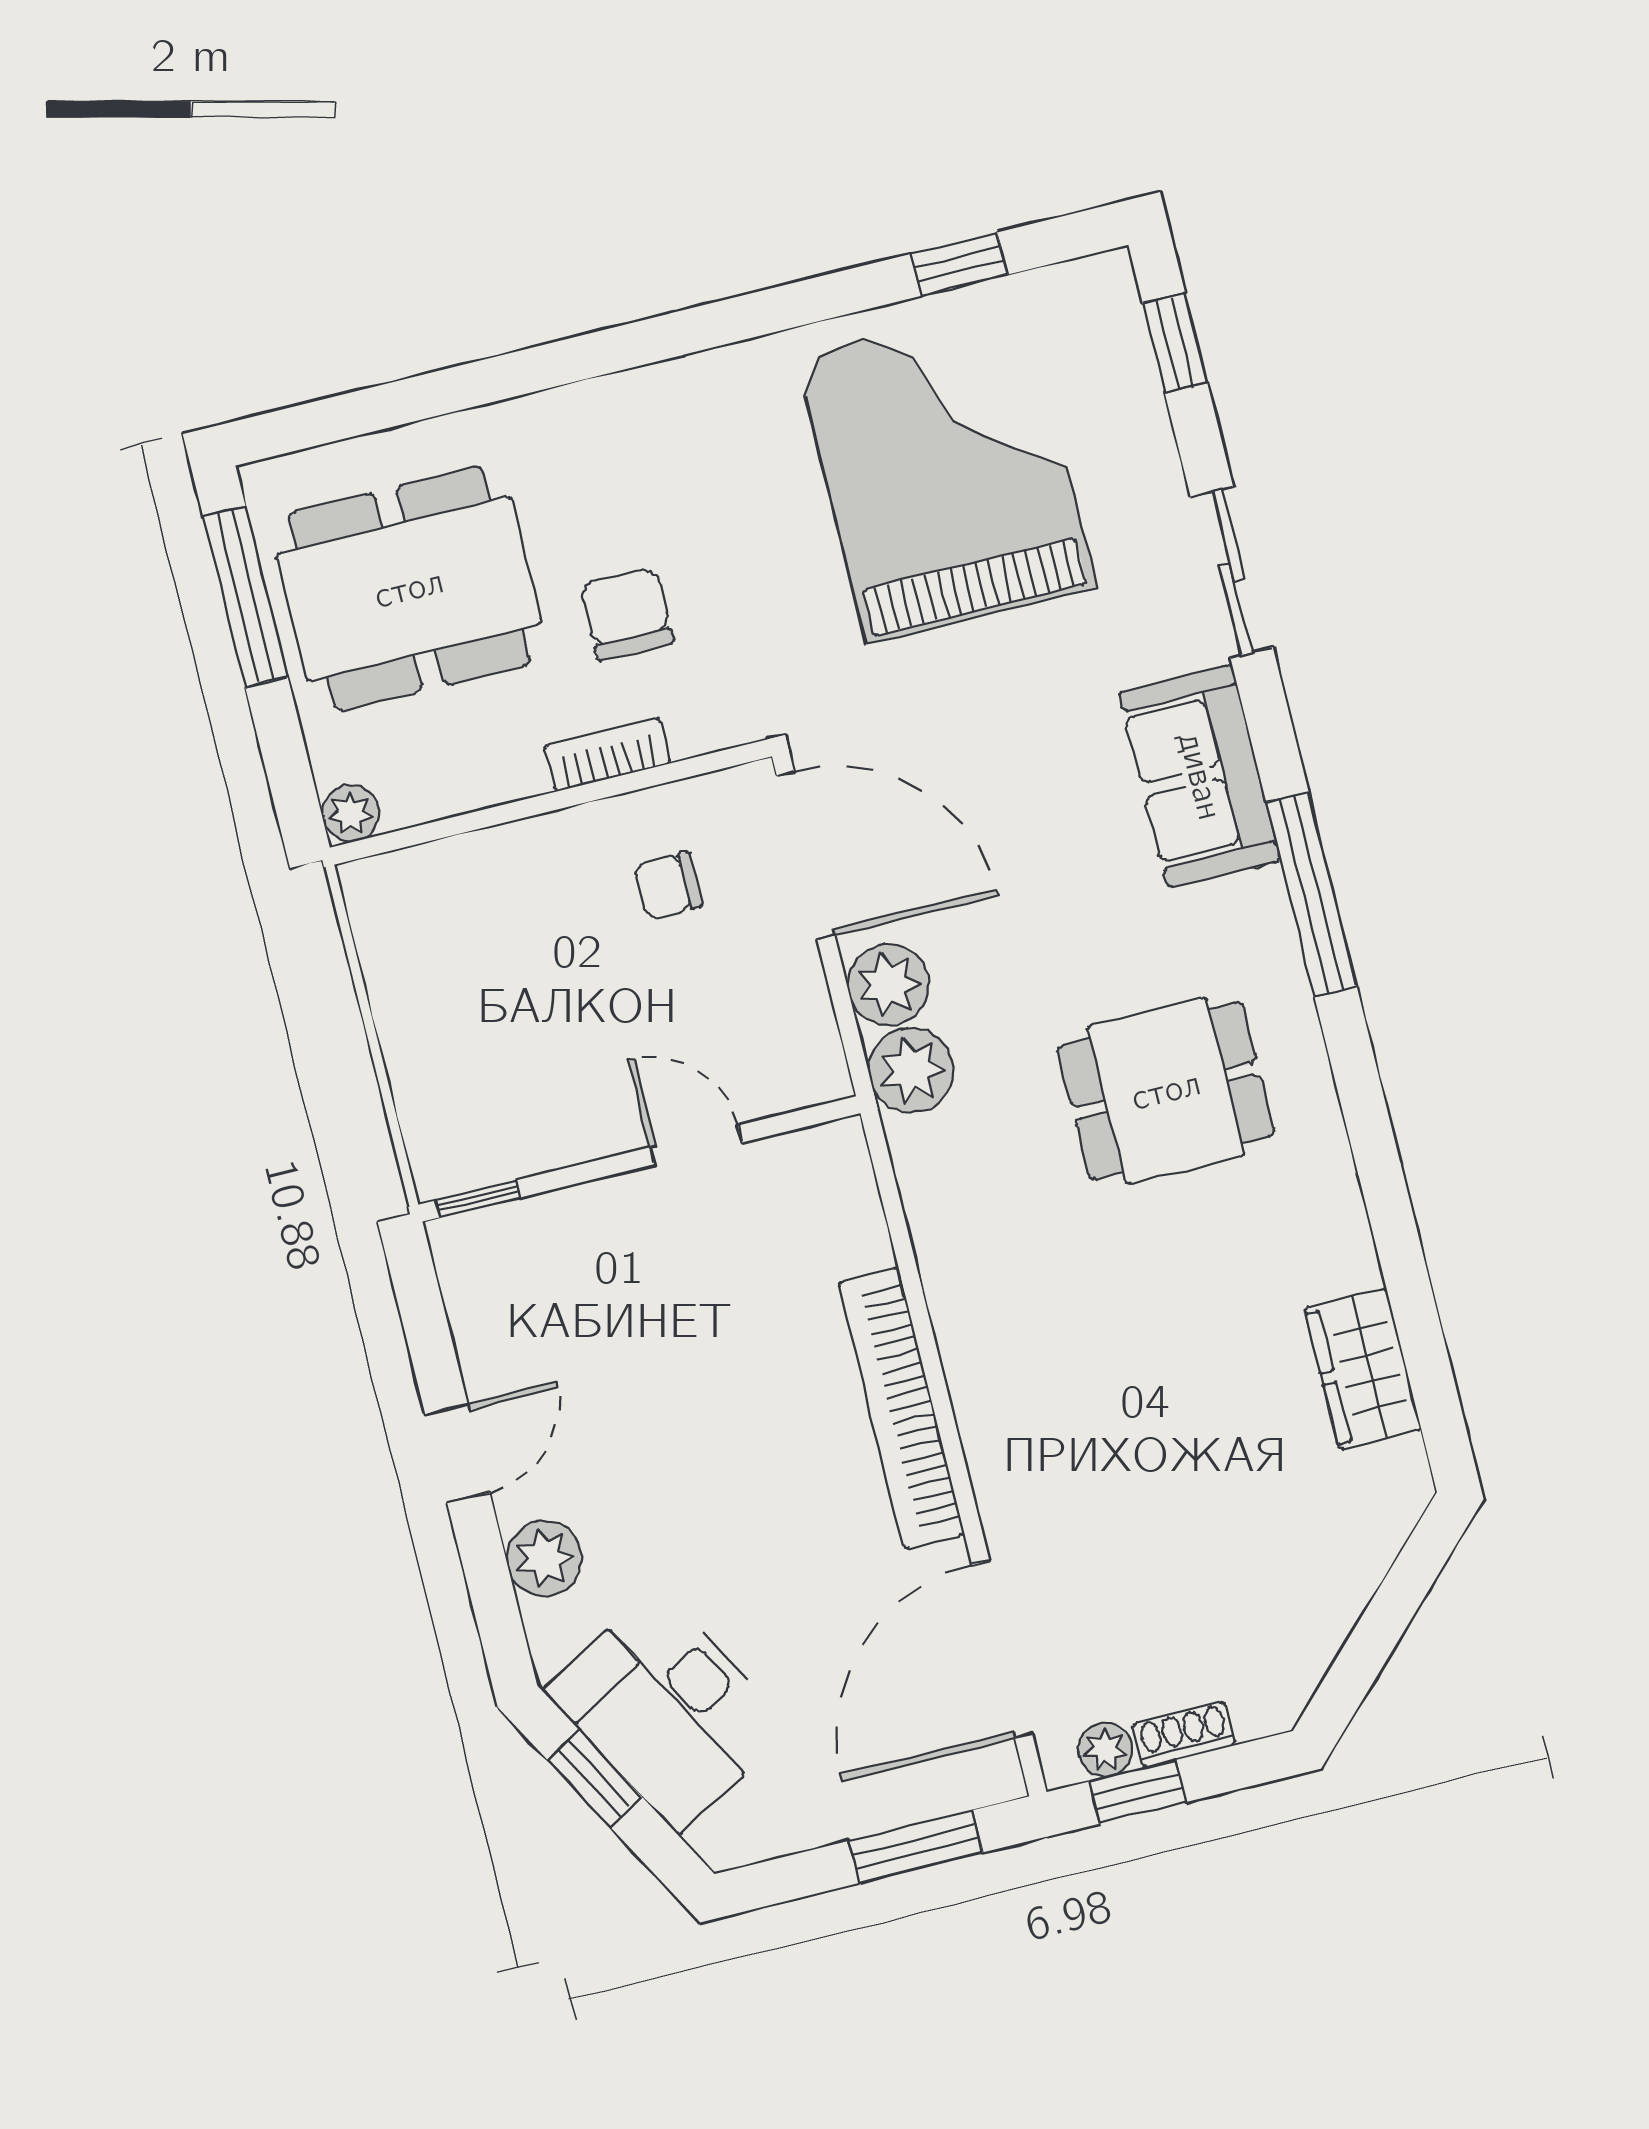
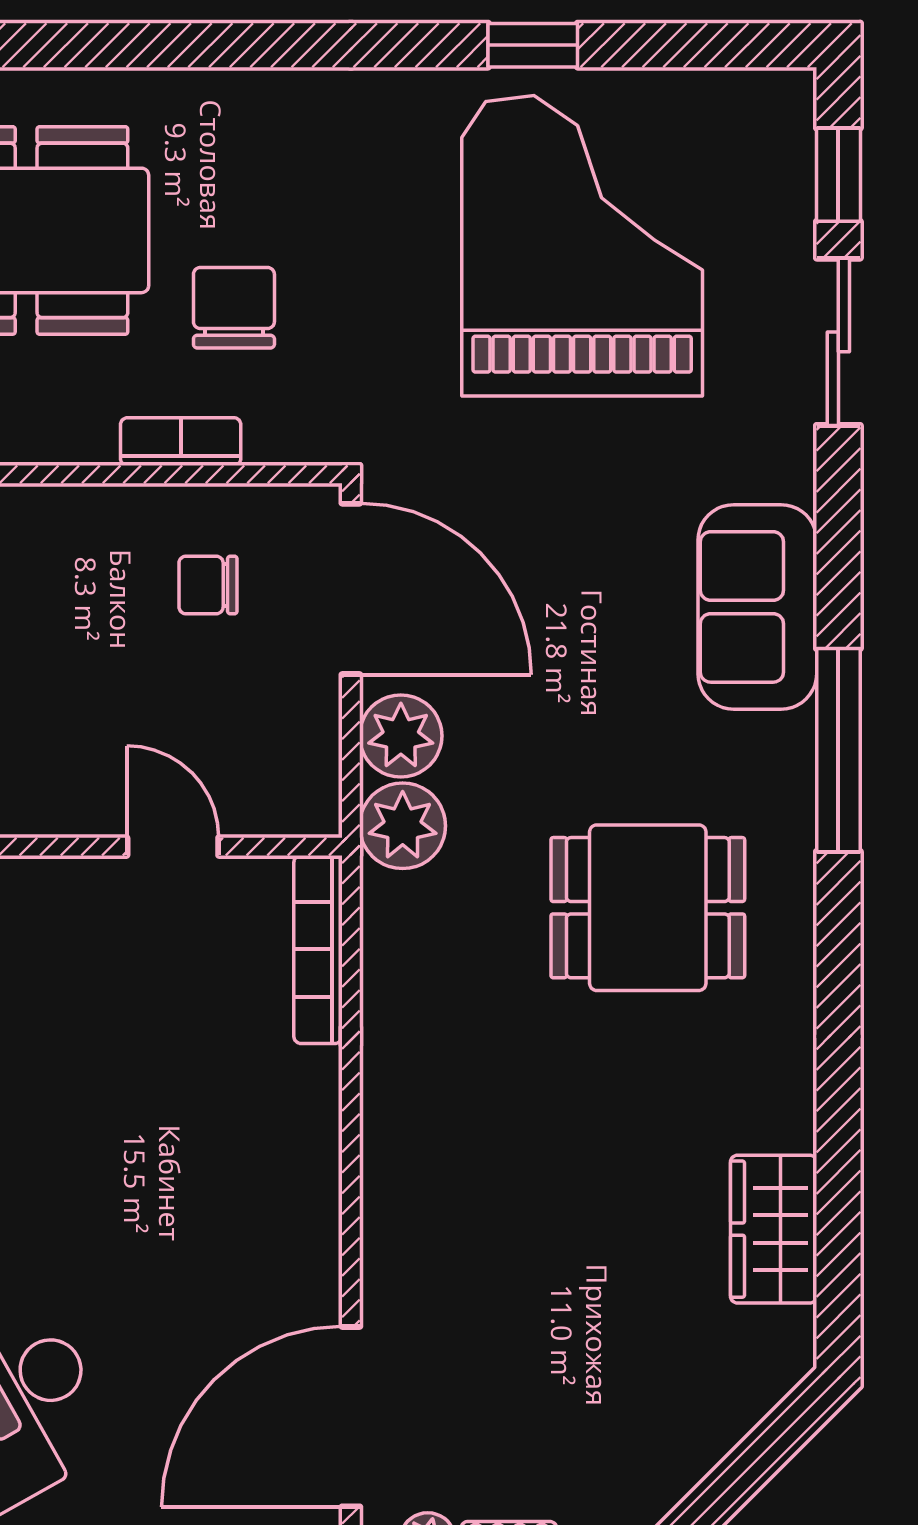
window: (959, 264) -> (533, 45), moved
sliding door: (1232, 572) -> (838, 342), moved
bookcase: (901, 1408) -> (318, 949), moved, width x0.68, depth x0.76

